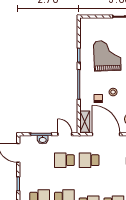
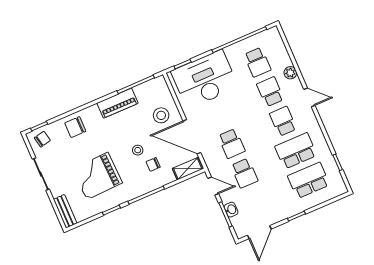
bench: (92, 22) -> (65, 211), added
door: (65, 134) -> (213, 186), swing flipped
door: (106, 134) -> (192, 137), hinge flipped

